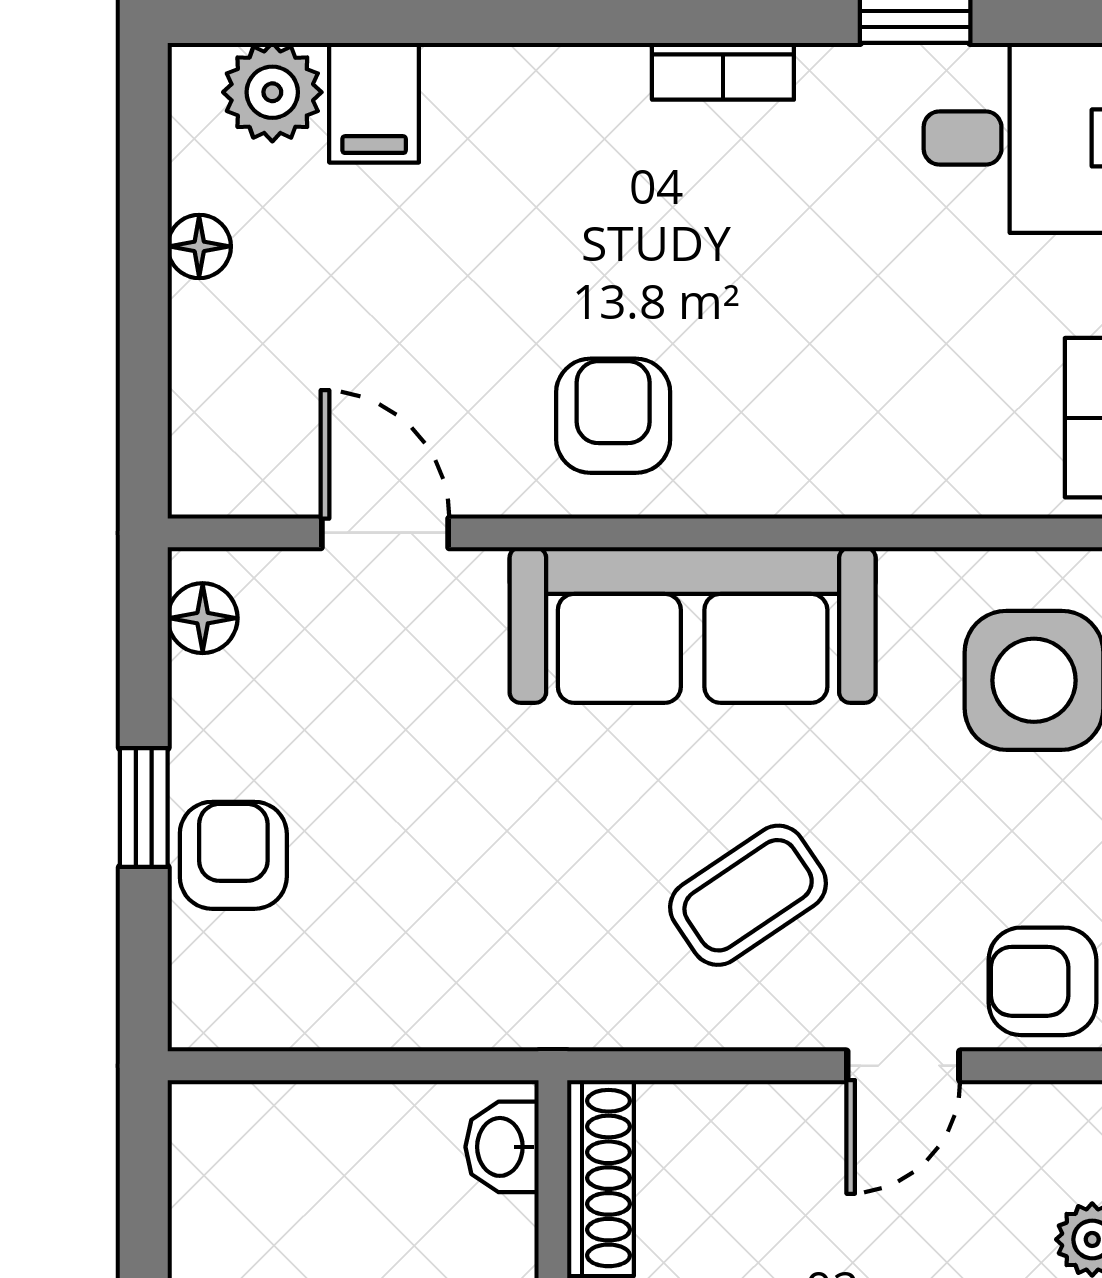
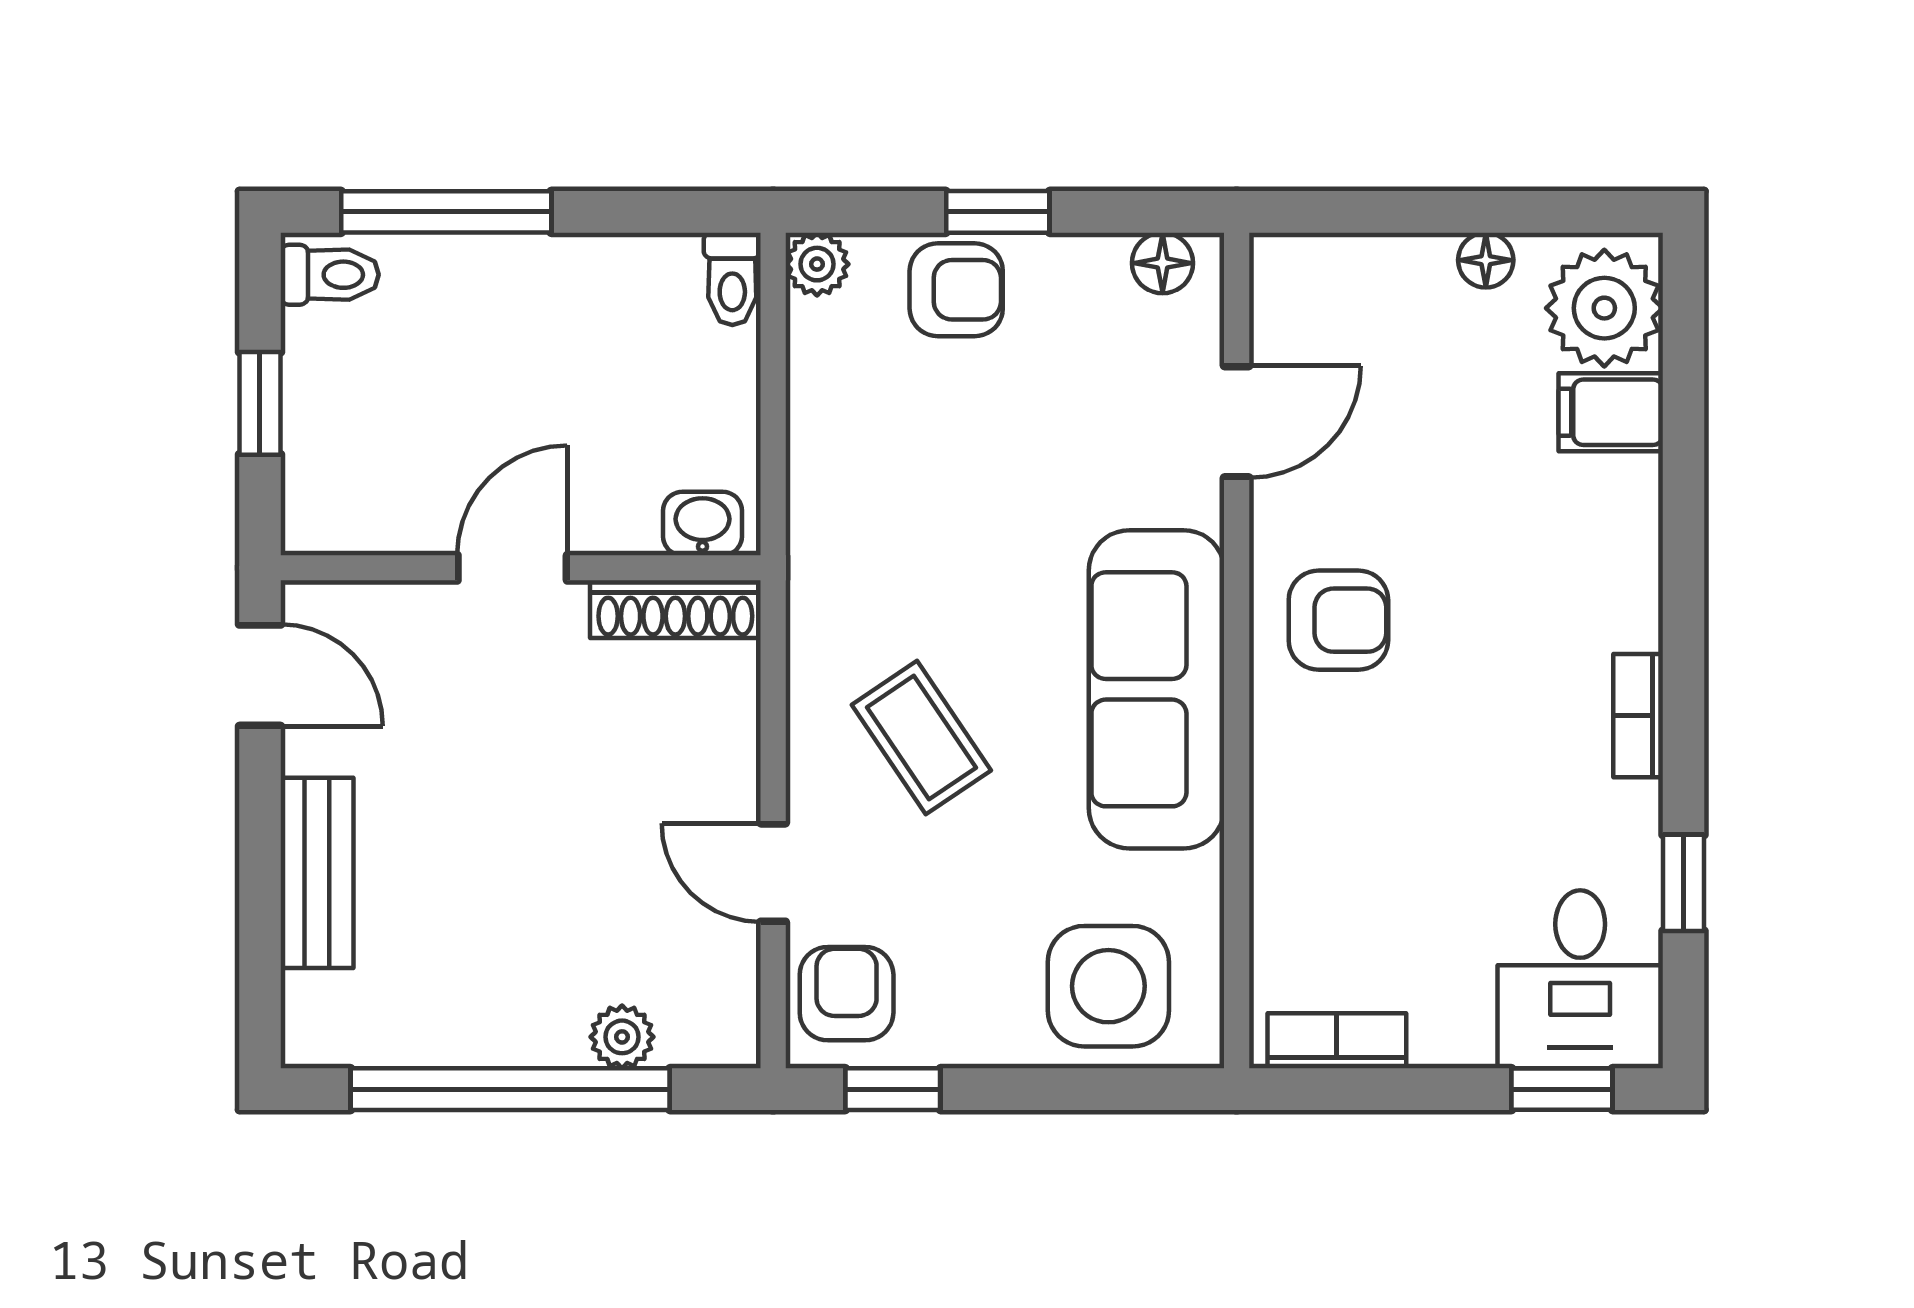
plant: (272, 92) -> (1604, 308), width x1.36, depth x1.36
plant: (204, 1015) -> (817, 264), added
toilet: (221, 1113) -> (732, 279), added

